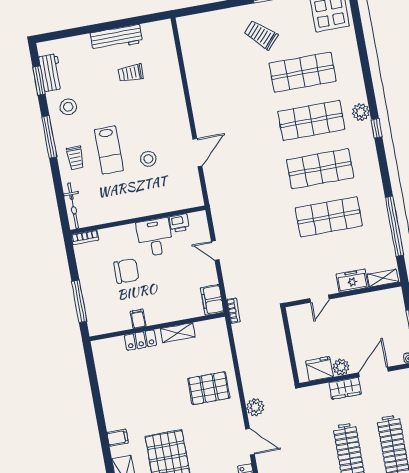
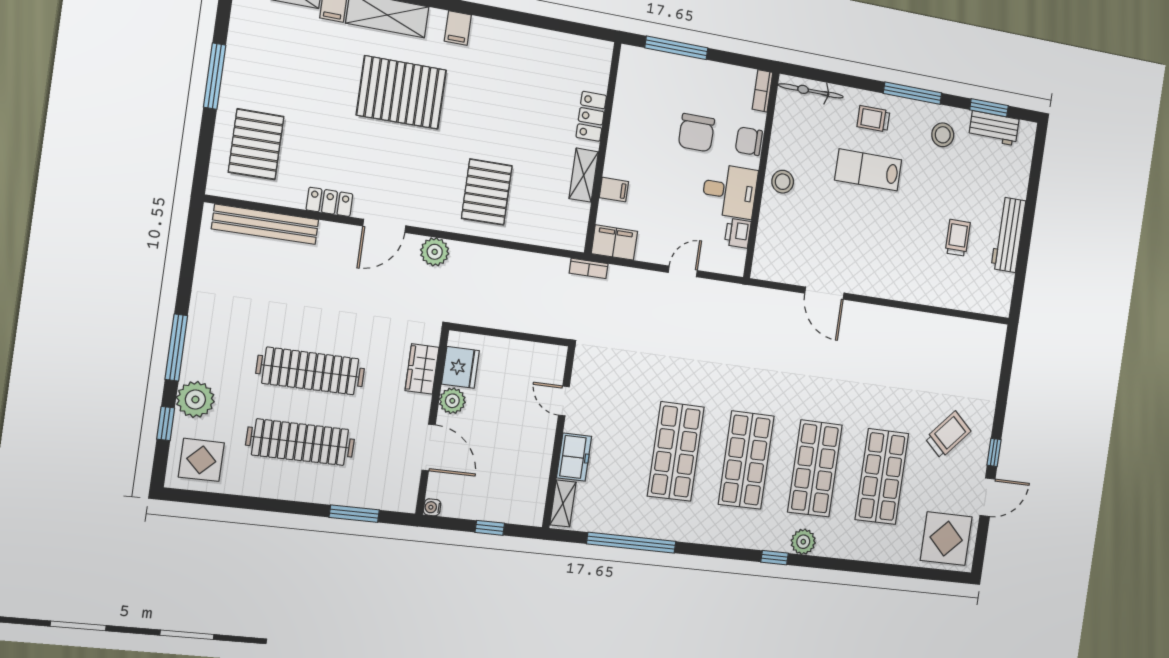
stool: (148, 159) -> (783, 182), moved
chair: (119, 235) -> (749, 141), added
filing cabinet: (138, 319) -> (614, 190), moved
wardrobe: (345, 388) -> (422, 369), moved

